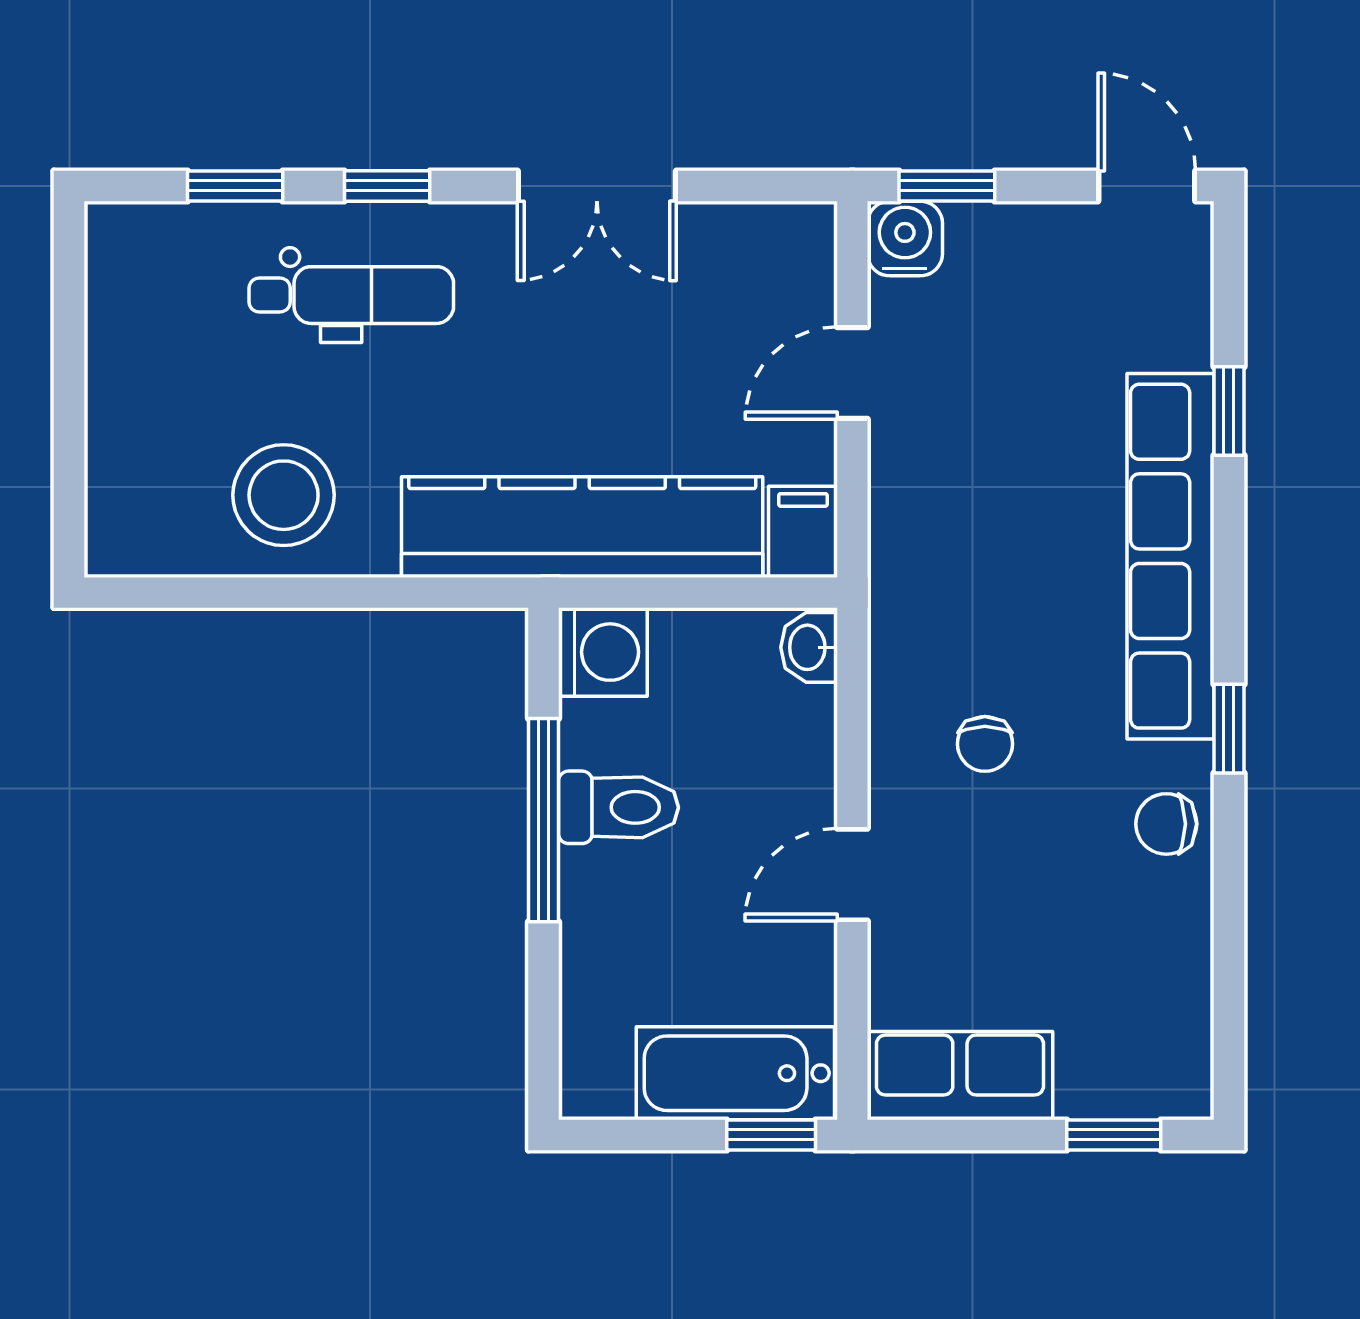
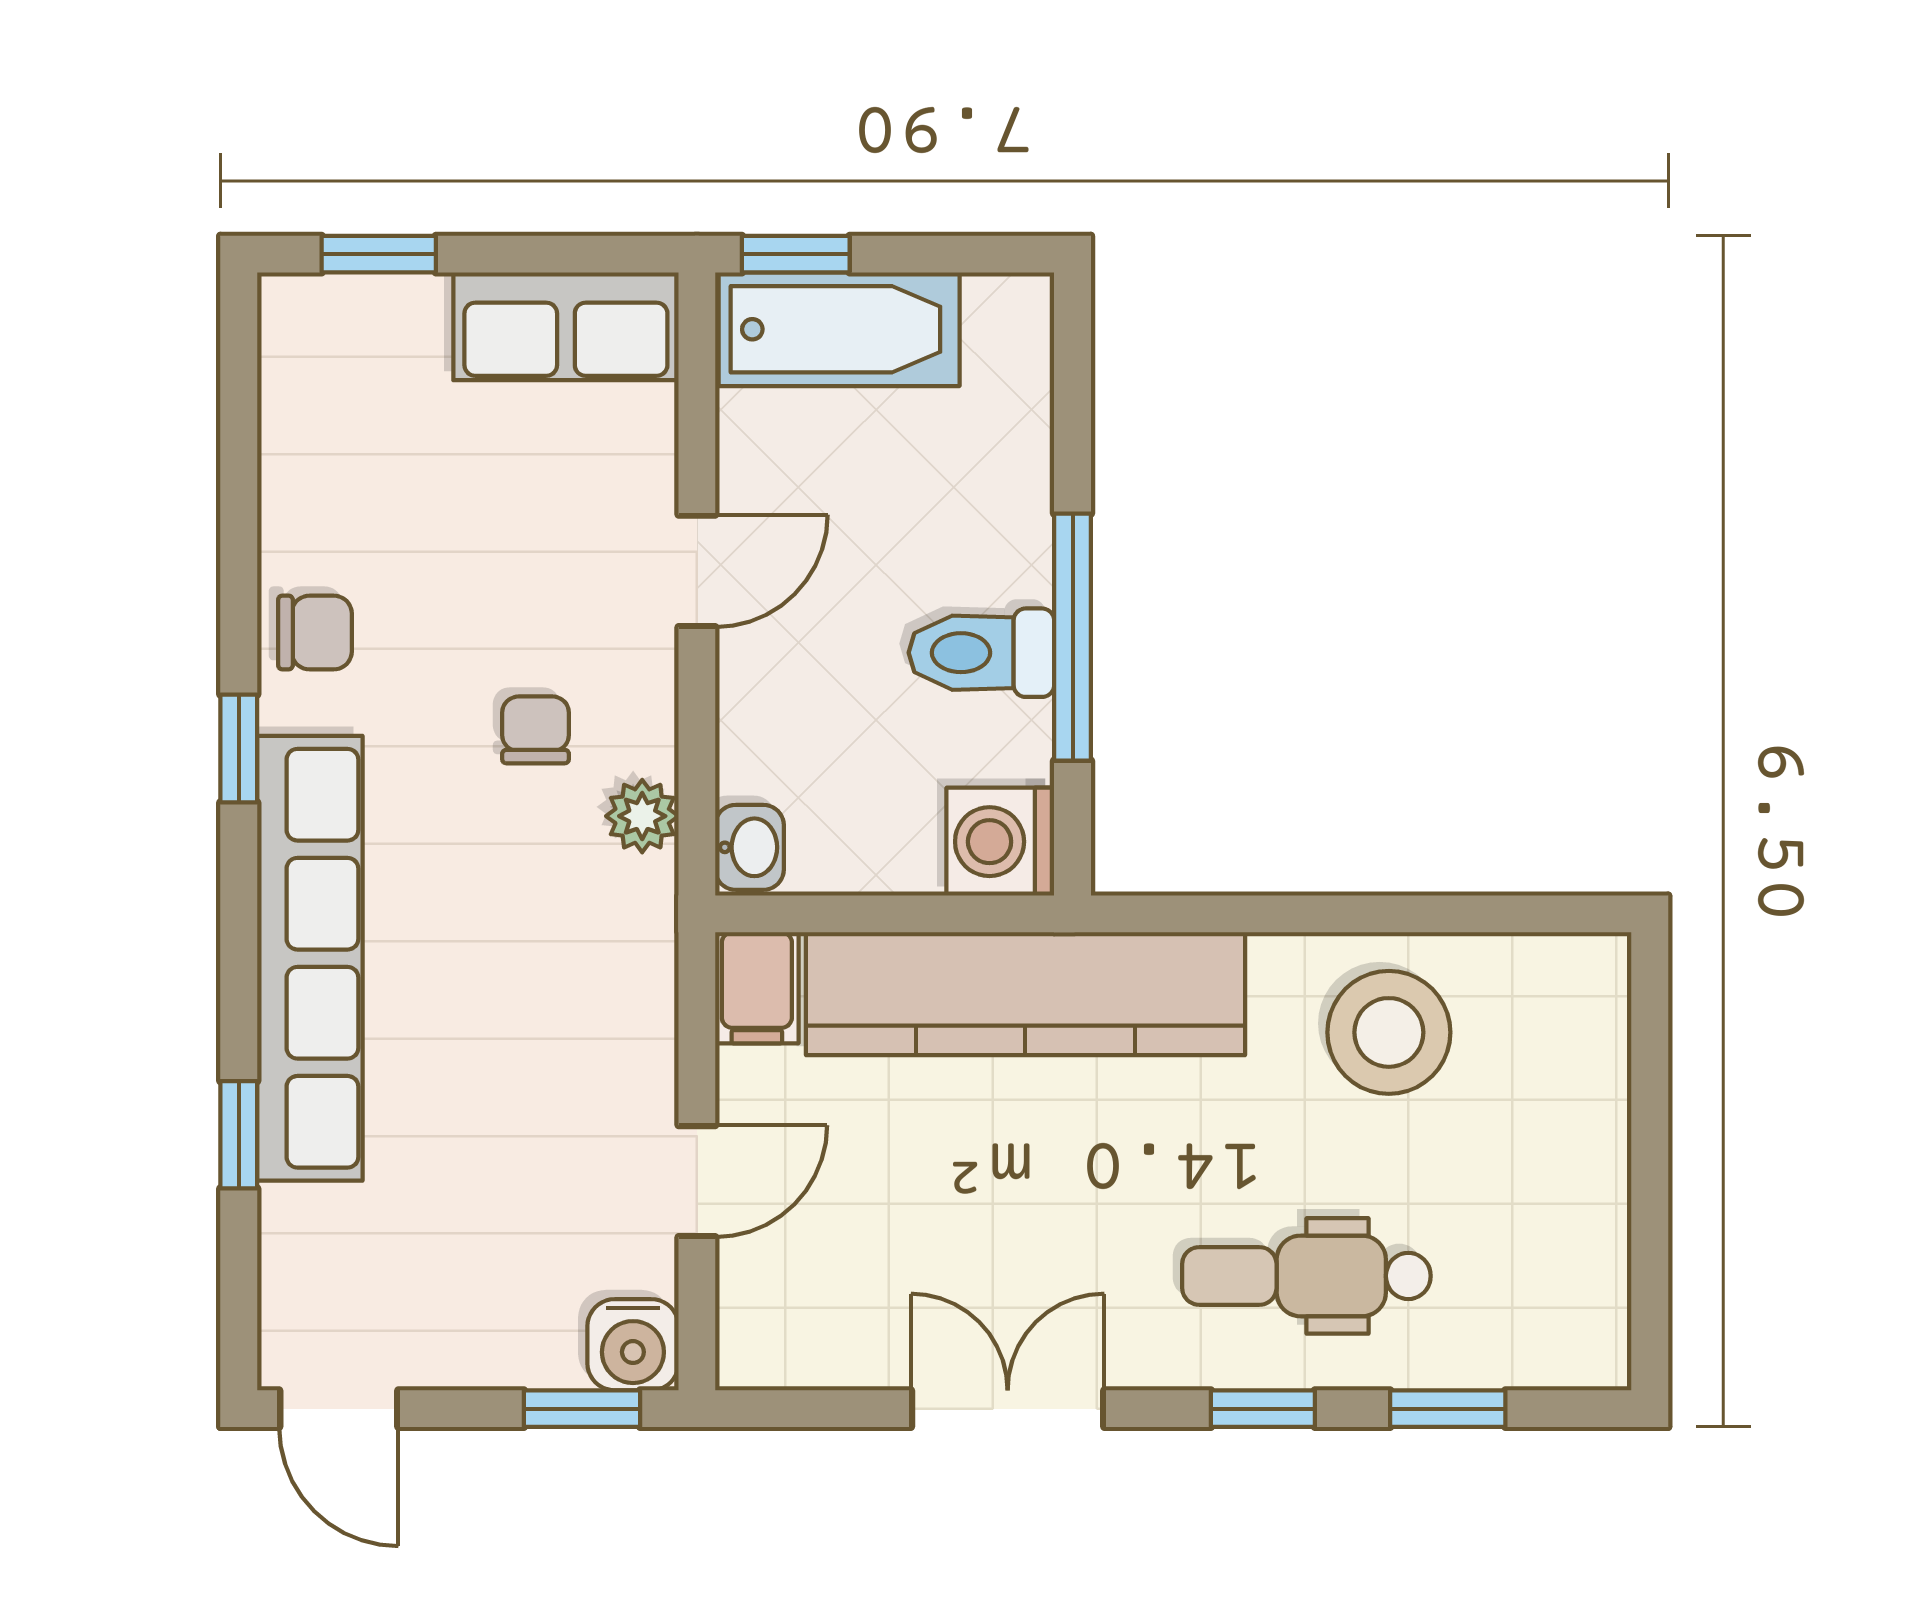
plant: (897, 673) -> (642, 816), added

